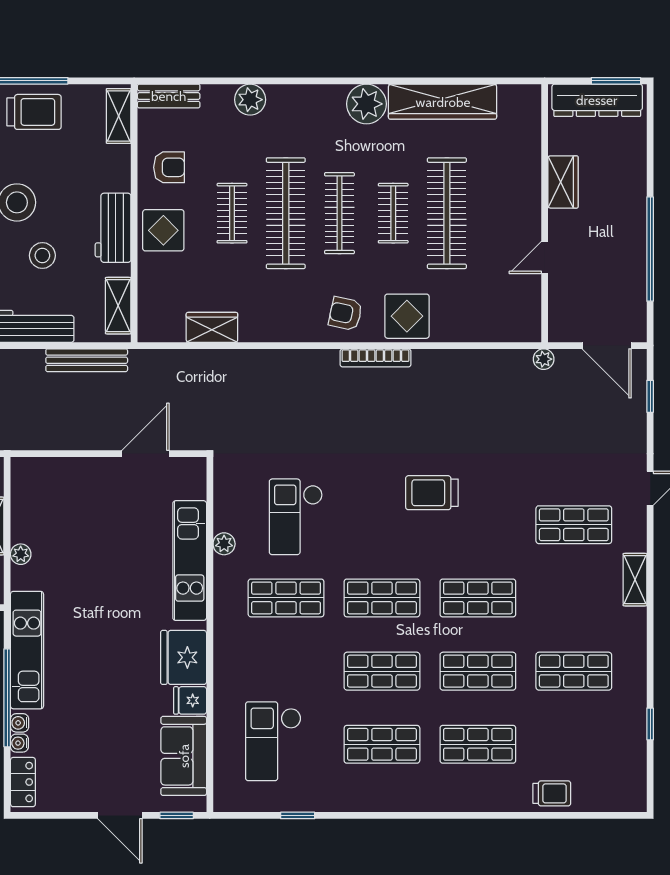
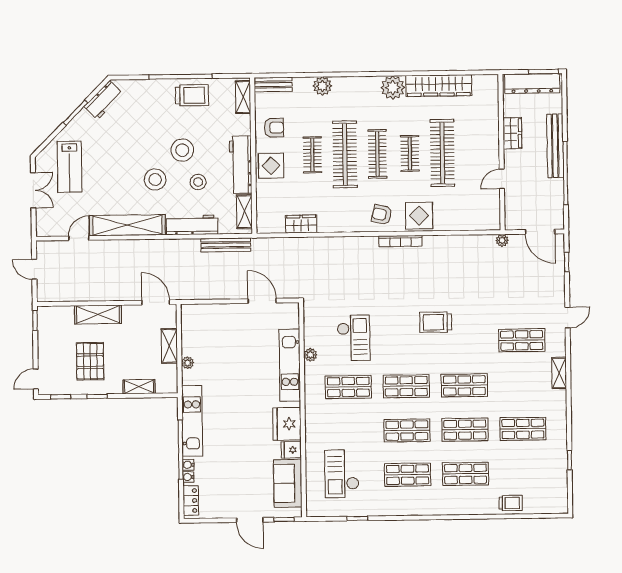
bench: (634, 204) -> (555, 146), added
workbench: (113, 228) -> (241, 165), width x1.37
door: (146, 454) -> (262, 301), hinge flipped
checkout: (296, 517) -> (354, 338), turned 180

